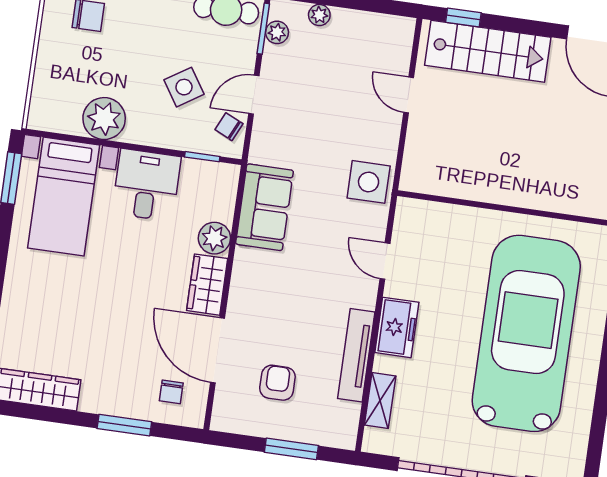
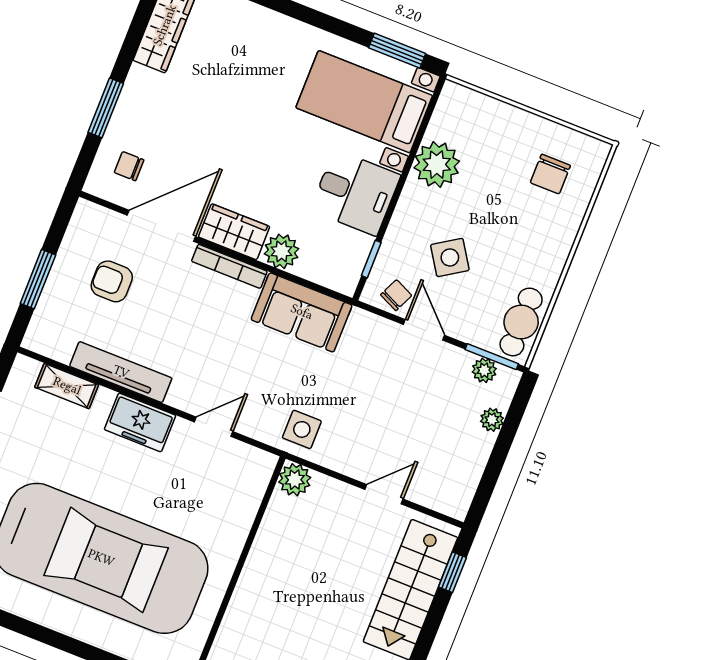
plant: (415, 178) -> (295, 480), added
side table: (369, 182) -> (302, 429), width x0.73, depth x0.73
bookcase: (239, 281) -> (229, 266), added
armchair: (277, 383) -> (112, 281), turned 180

